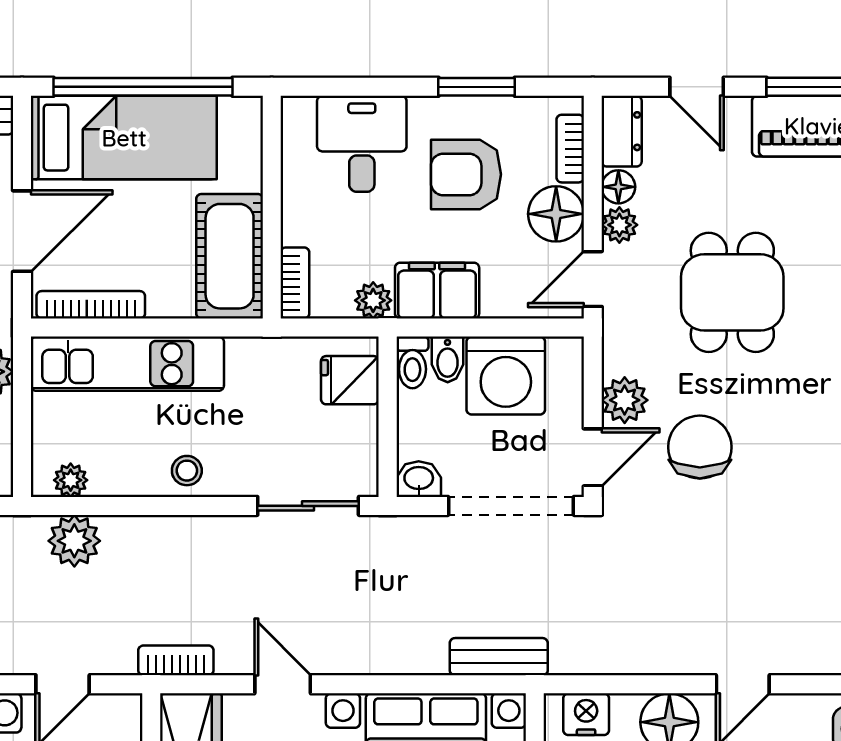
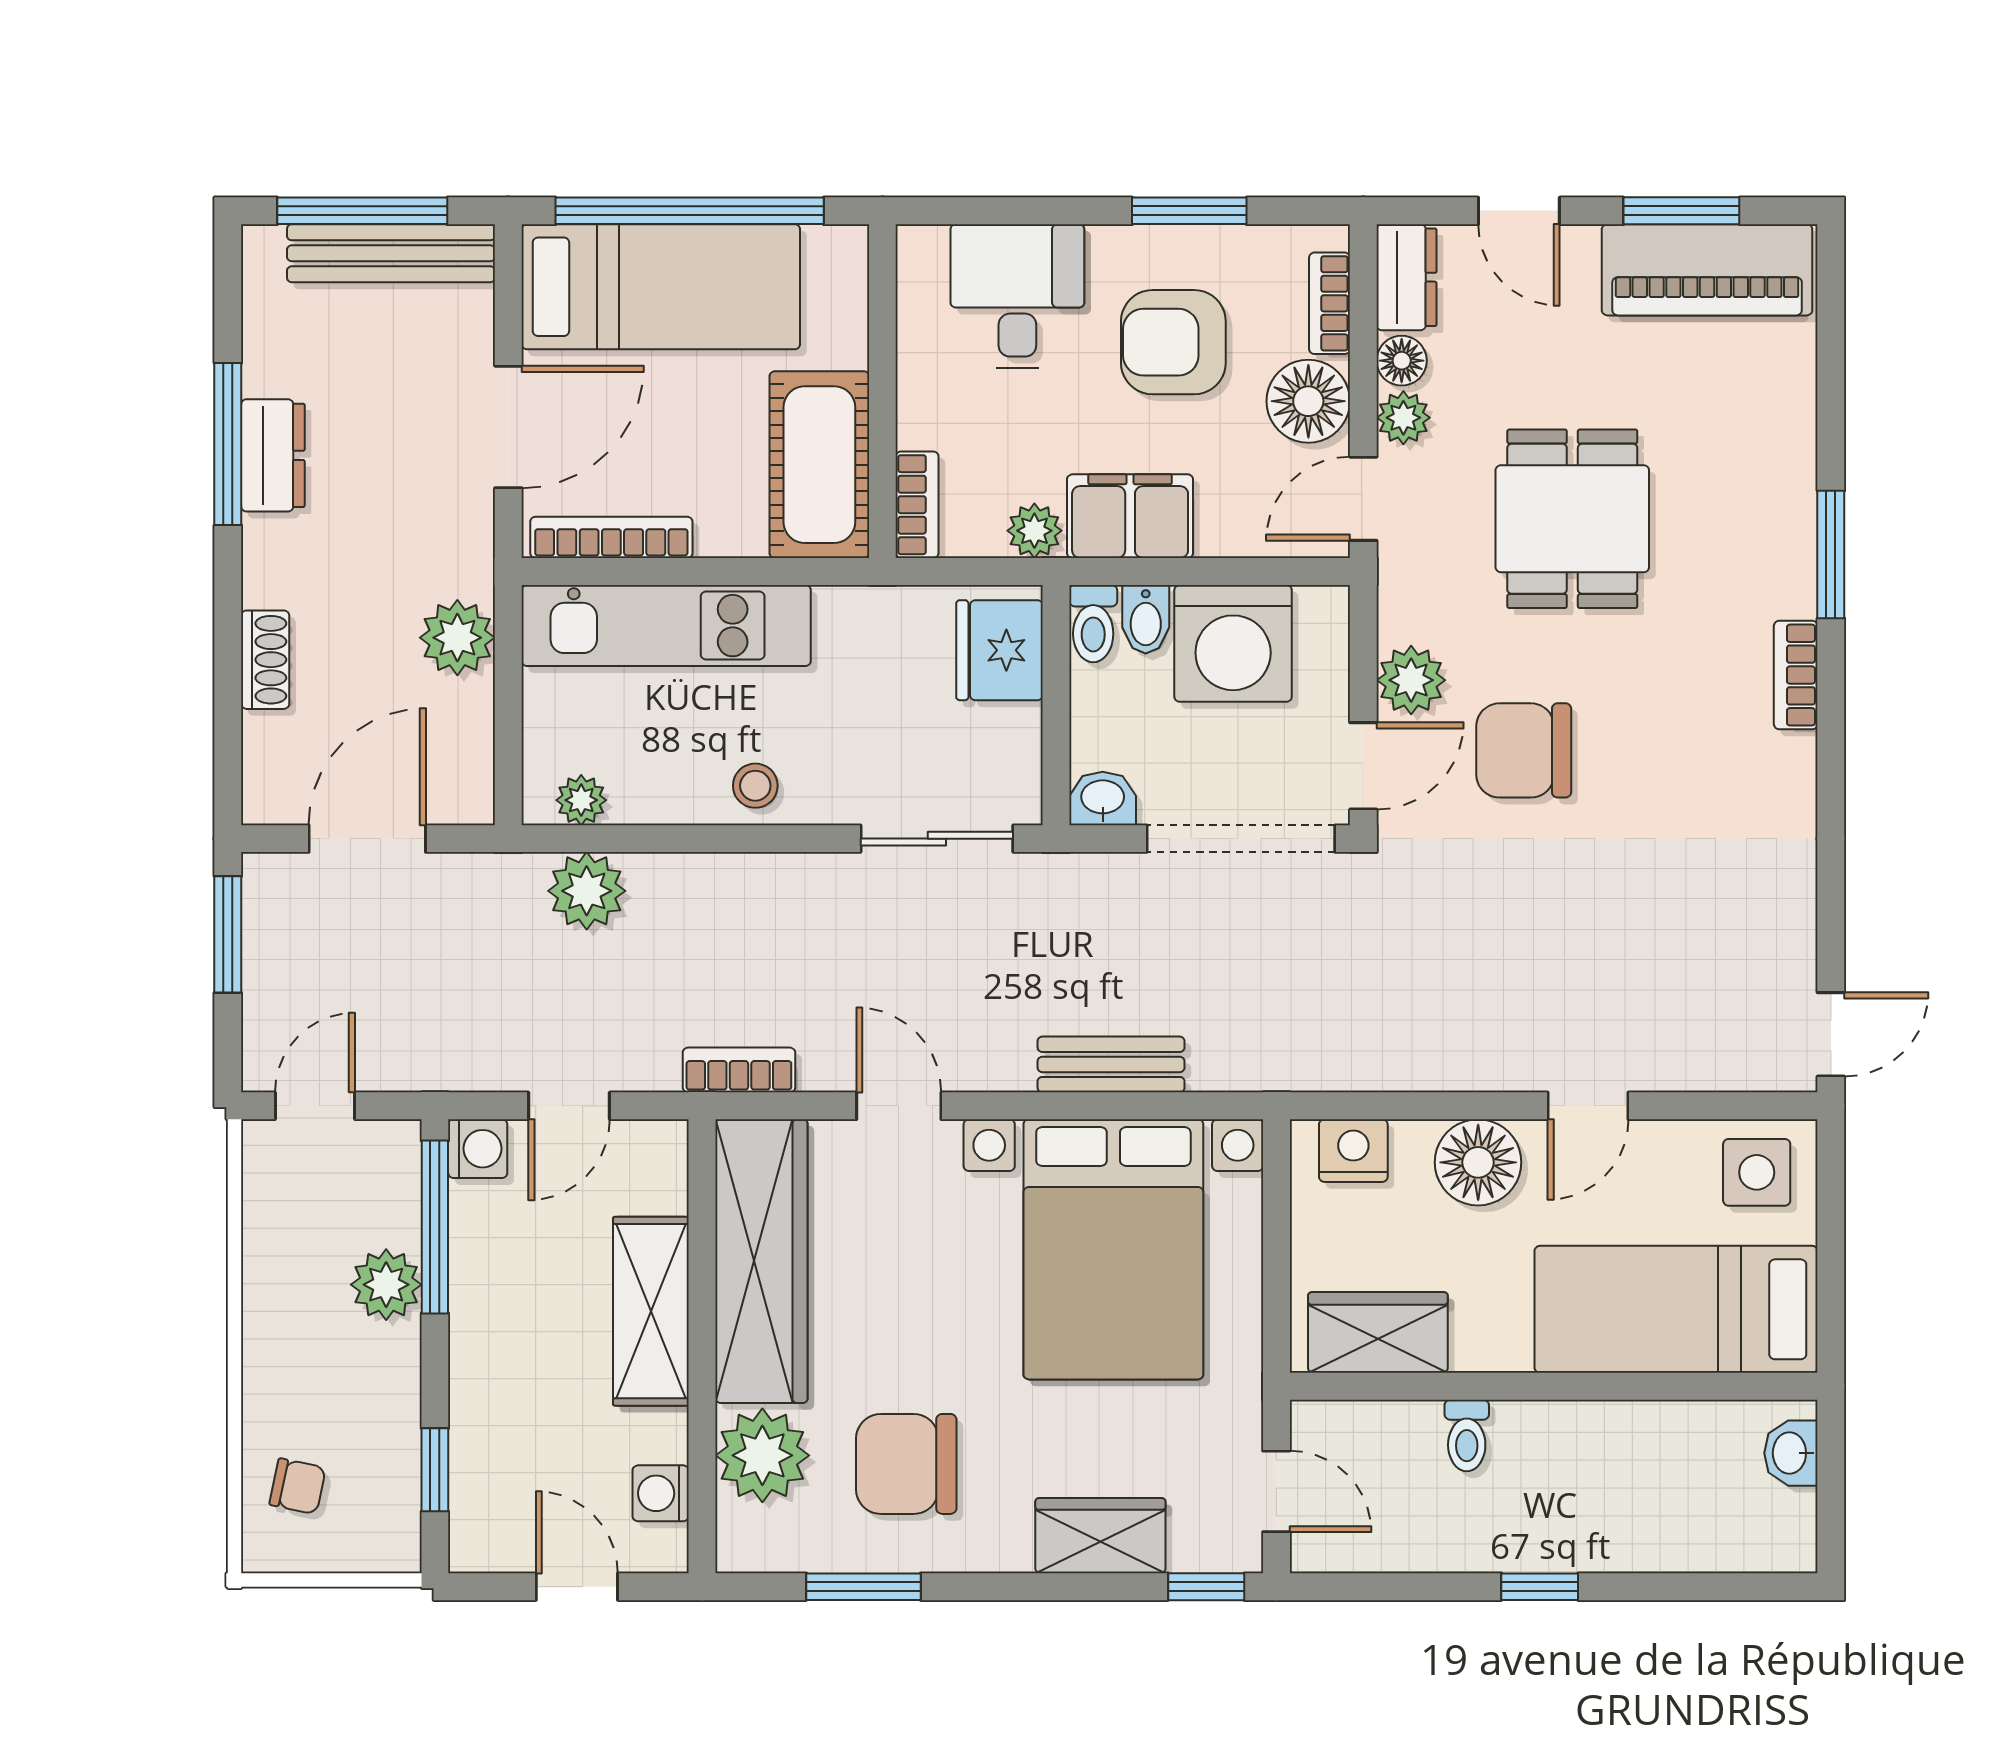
fridge: (350, 380) -> (999, 650), width x1.38
chair: (700, 447) -> (1524, 750), turned -90
bench: (499, 657) -> (1111, 1064), moved

